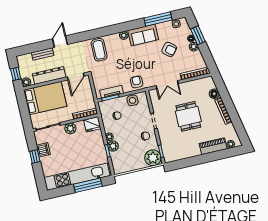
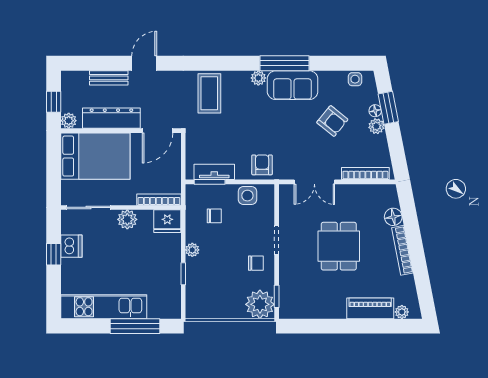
window: (158, 19) -> (284, 63), moved
plant: (113, 146) -> (195, 268), removed
kitchen unit: (77, 177) -> (104, 307), width x0.73

